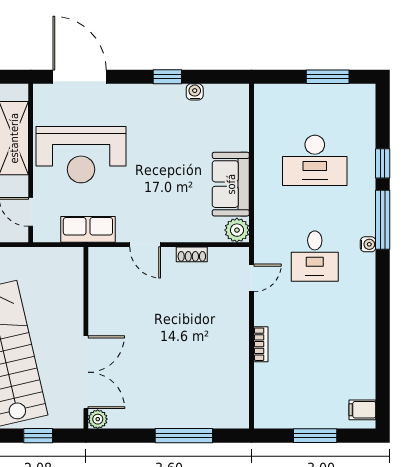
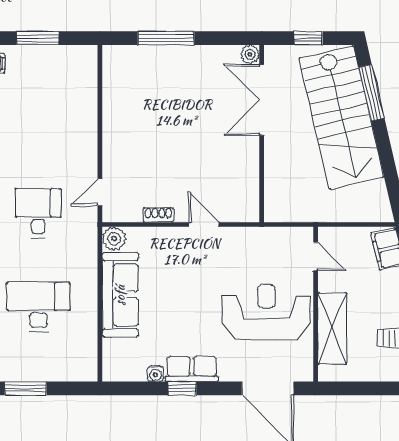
sofa: (231, 184) -> (120, 295), width x1.36
row of seats: (88, 229) -> (192, 369), moved, turned 180
bookcase: (261, 344) -> (91, 127), removed

